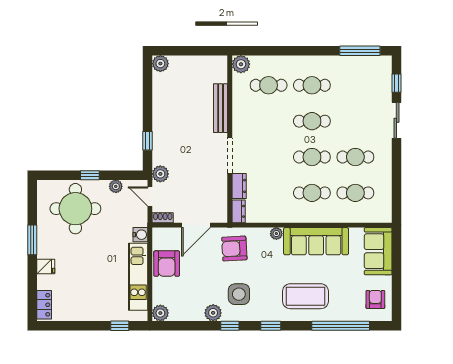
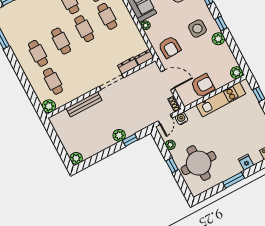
plant: (160, 174) -> (119, 135), moved
water cooler: (140, 235) -> (181, 119), moved

